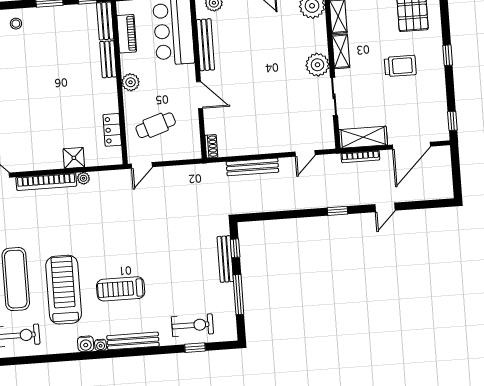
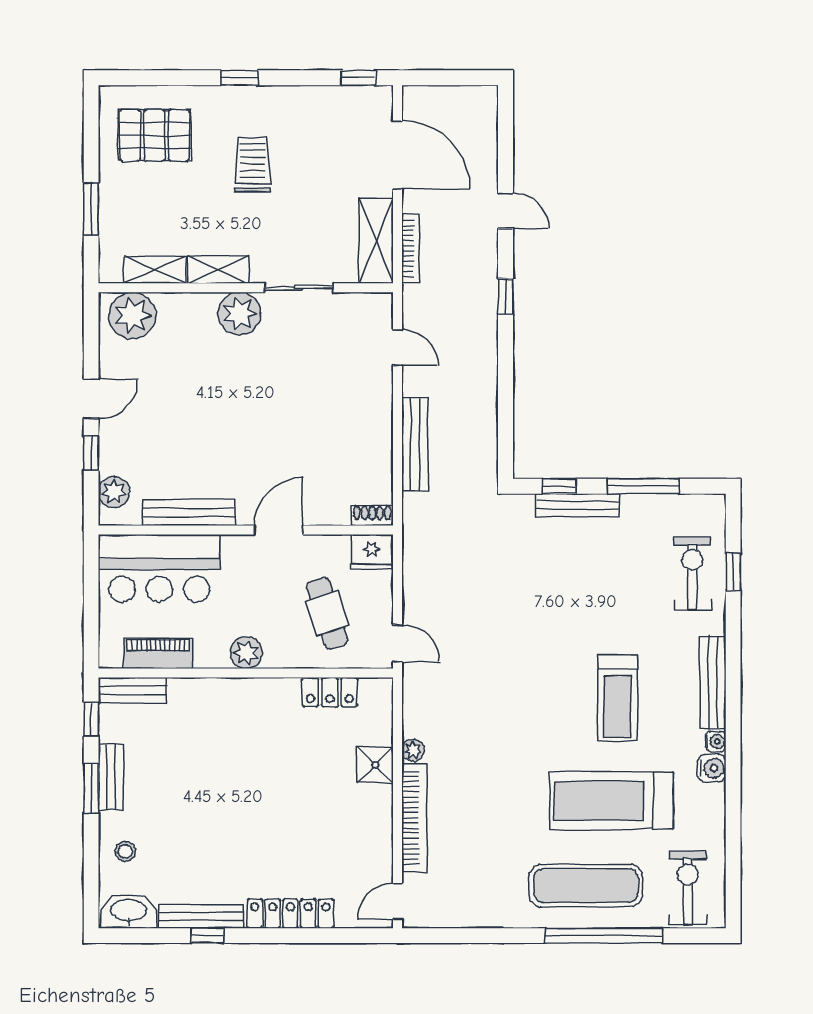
bench: (108, 59) -> (111, 777), moved, turned 90
fridge: (191, 147) -> (372, 552), added

